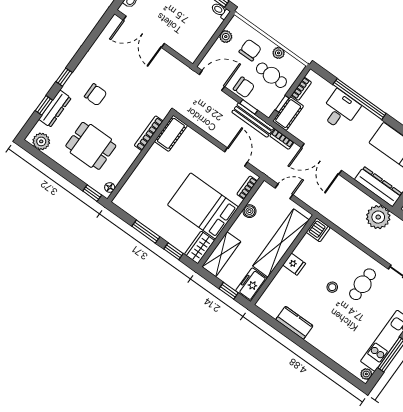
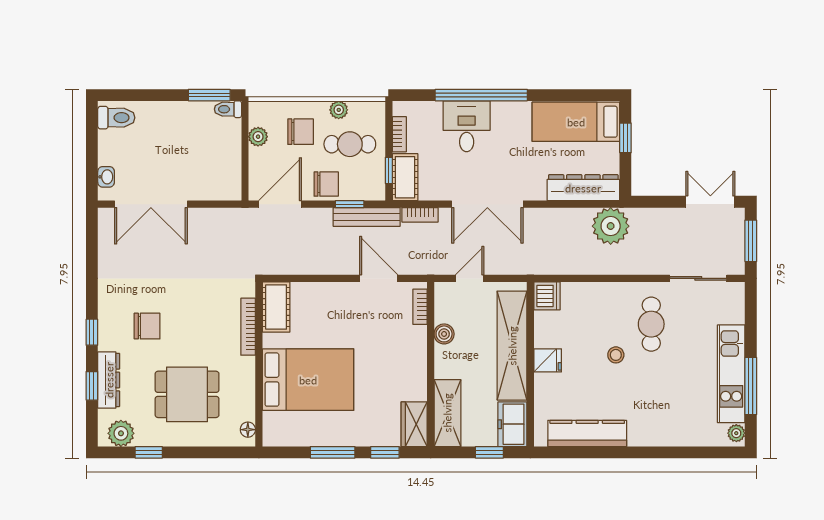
chair: (250, 50) -> (301, 132), turned 90
window: (92, 193) -> (149, 452), moved
bed: (203, 206) -> (308, 380), moved, turned 180
kitchen counter: (294, 323) -> (587, 433), width x1.50

